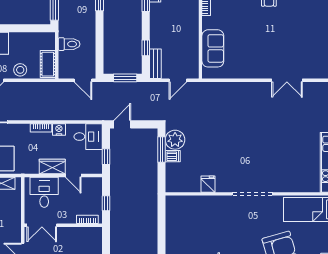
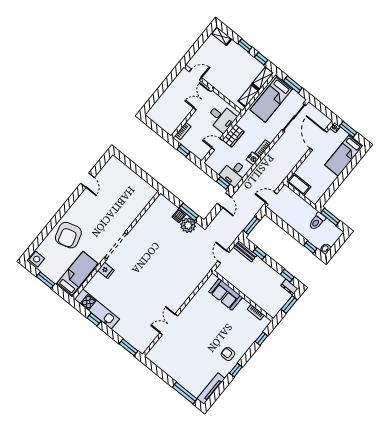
toilet: (69, 44) -> (317, 221), moved
stool: (20, 70) -> (309, 165), removed
window: (106, 157) -> (223, 183), moved
fridge: (208, 184) -> (106, 270), moved

